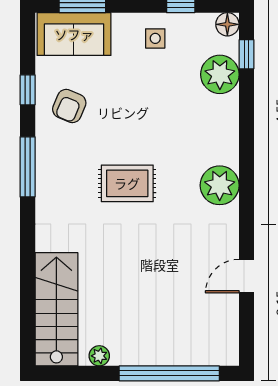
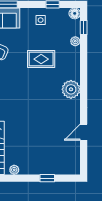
plant: (220, 74) -> (75, 41), width x0.53, depth x0.53
rug: (127, 183) -> (41, 59), moved
window: (169, 373) -> (47, 178), width x0.32

